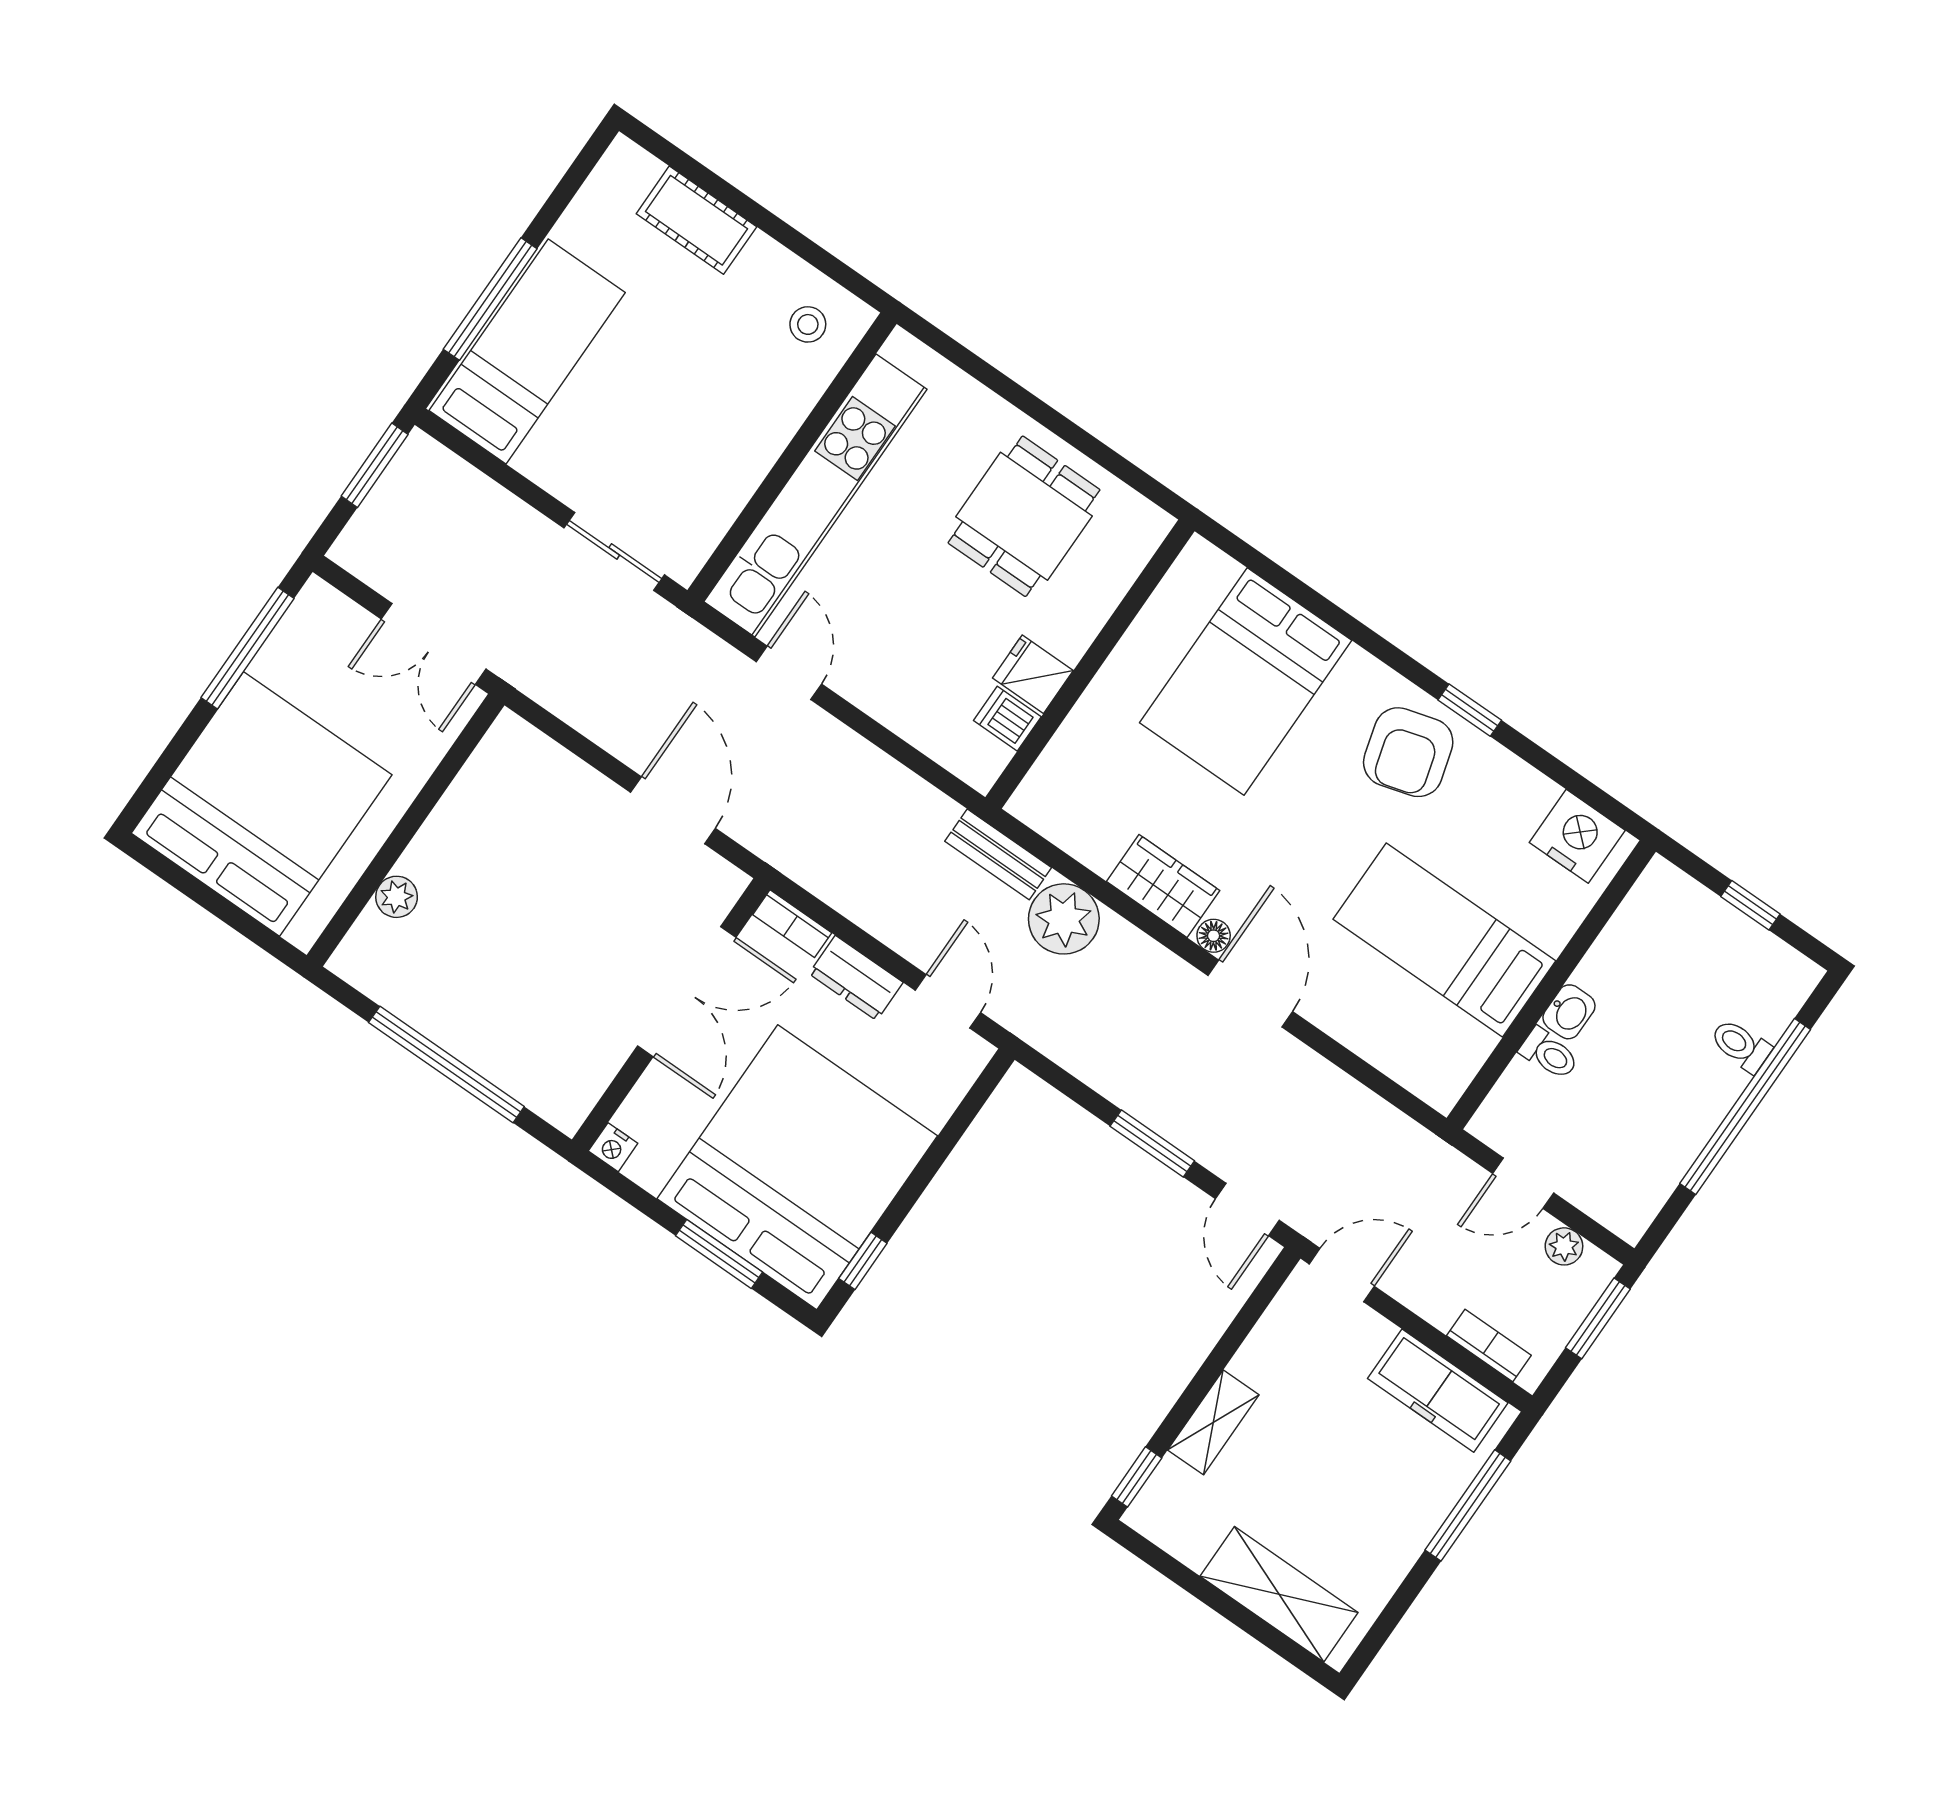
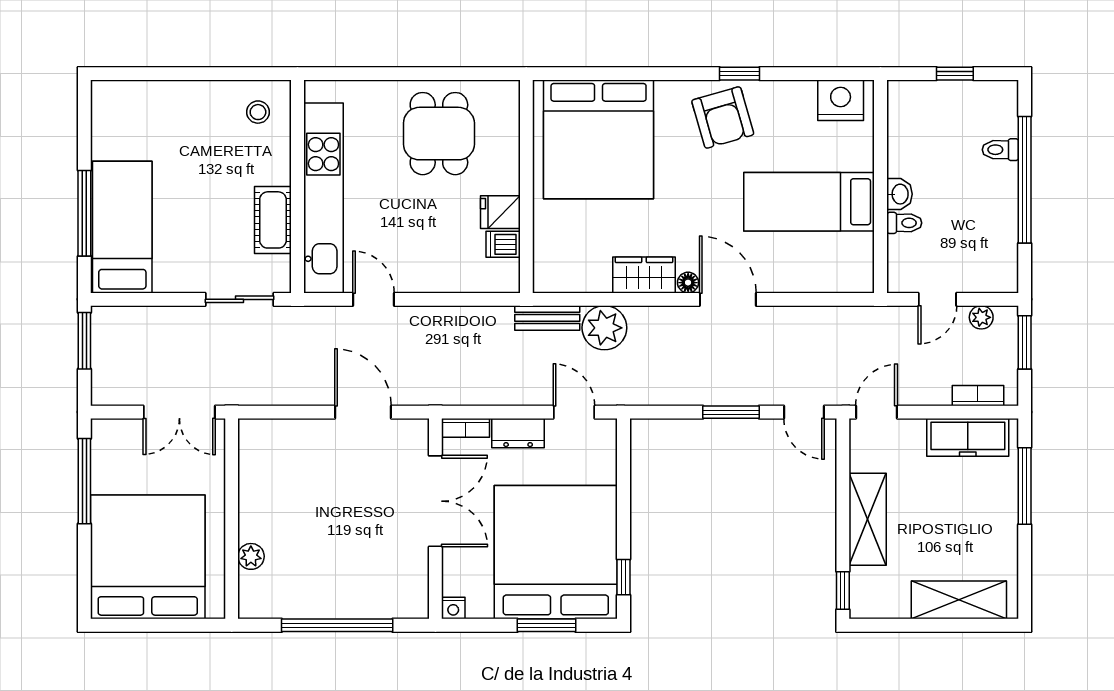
cot: (696, 220) -> (273, 220), moved, turned 90
bed: (1246, 682) -> (599, 139), width x1.36
shelving: (1213, 1422) -> (868, 519), width x1.50, depth x1.33

